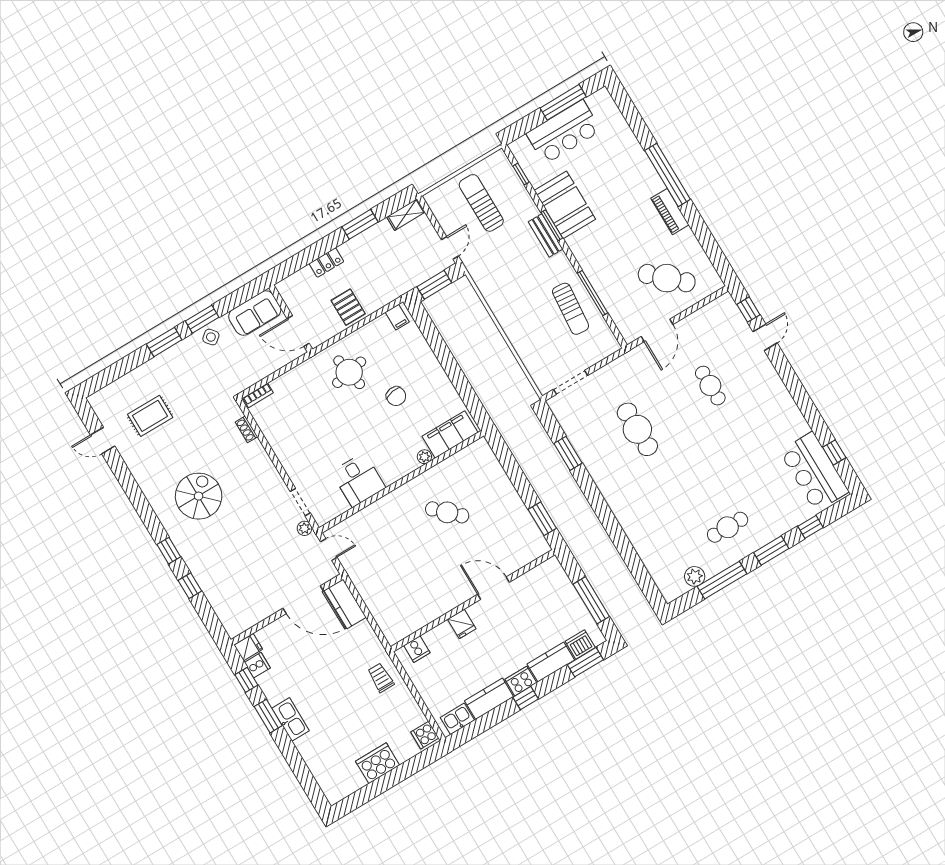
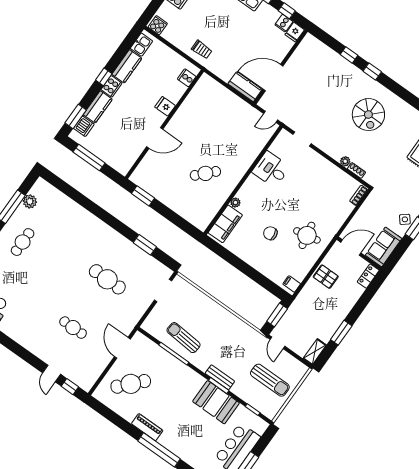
locker: (326, 263) -> (368, 276), moved
plant: (304, 528) -> (345, 161), moved

